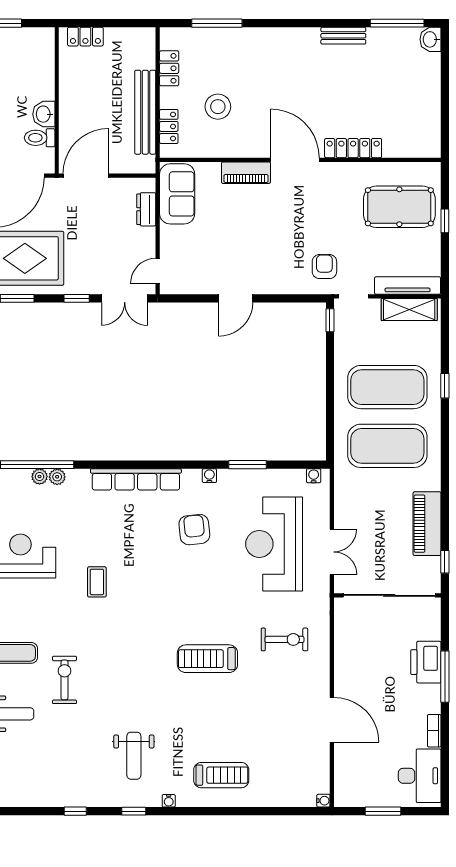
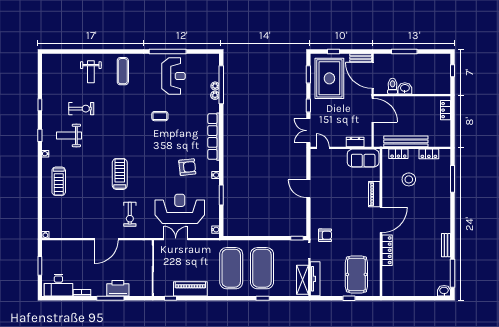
double door: (332, 552) -> (176, 239), swing flipped
exercise bike: (65, 680) -> (81, 109), moved
door: (332, 720) -> (106, 239), moved

